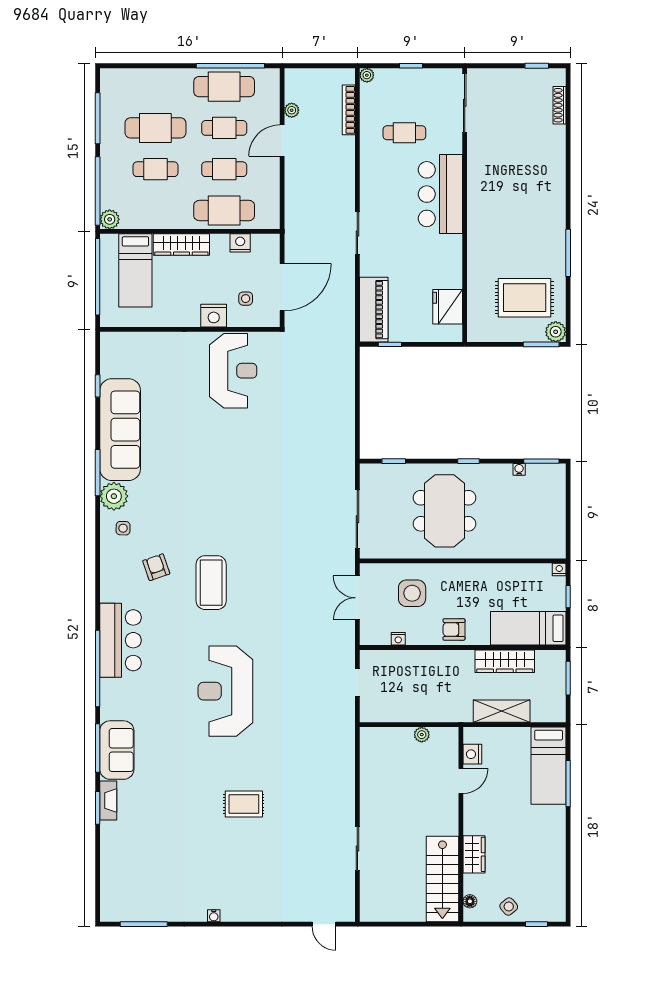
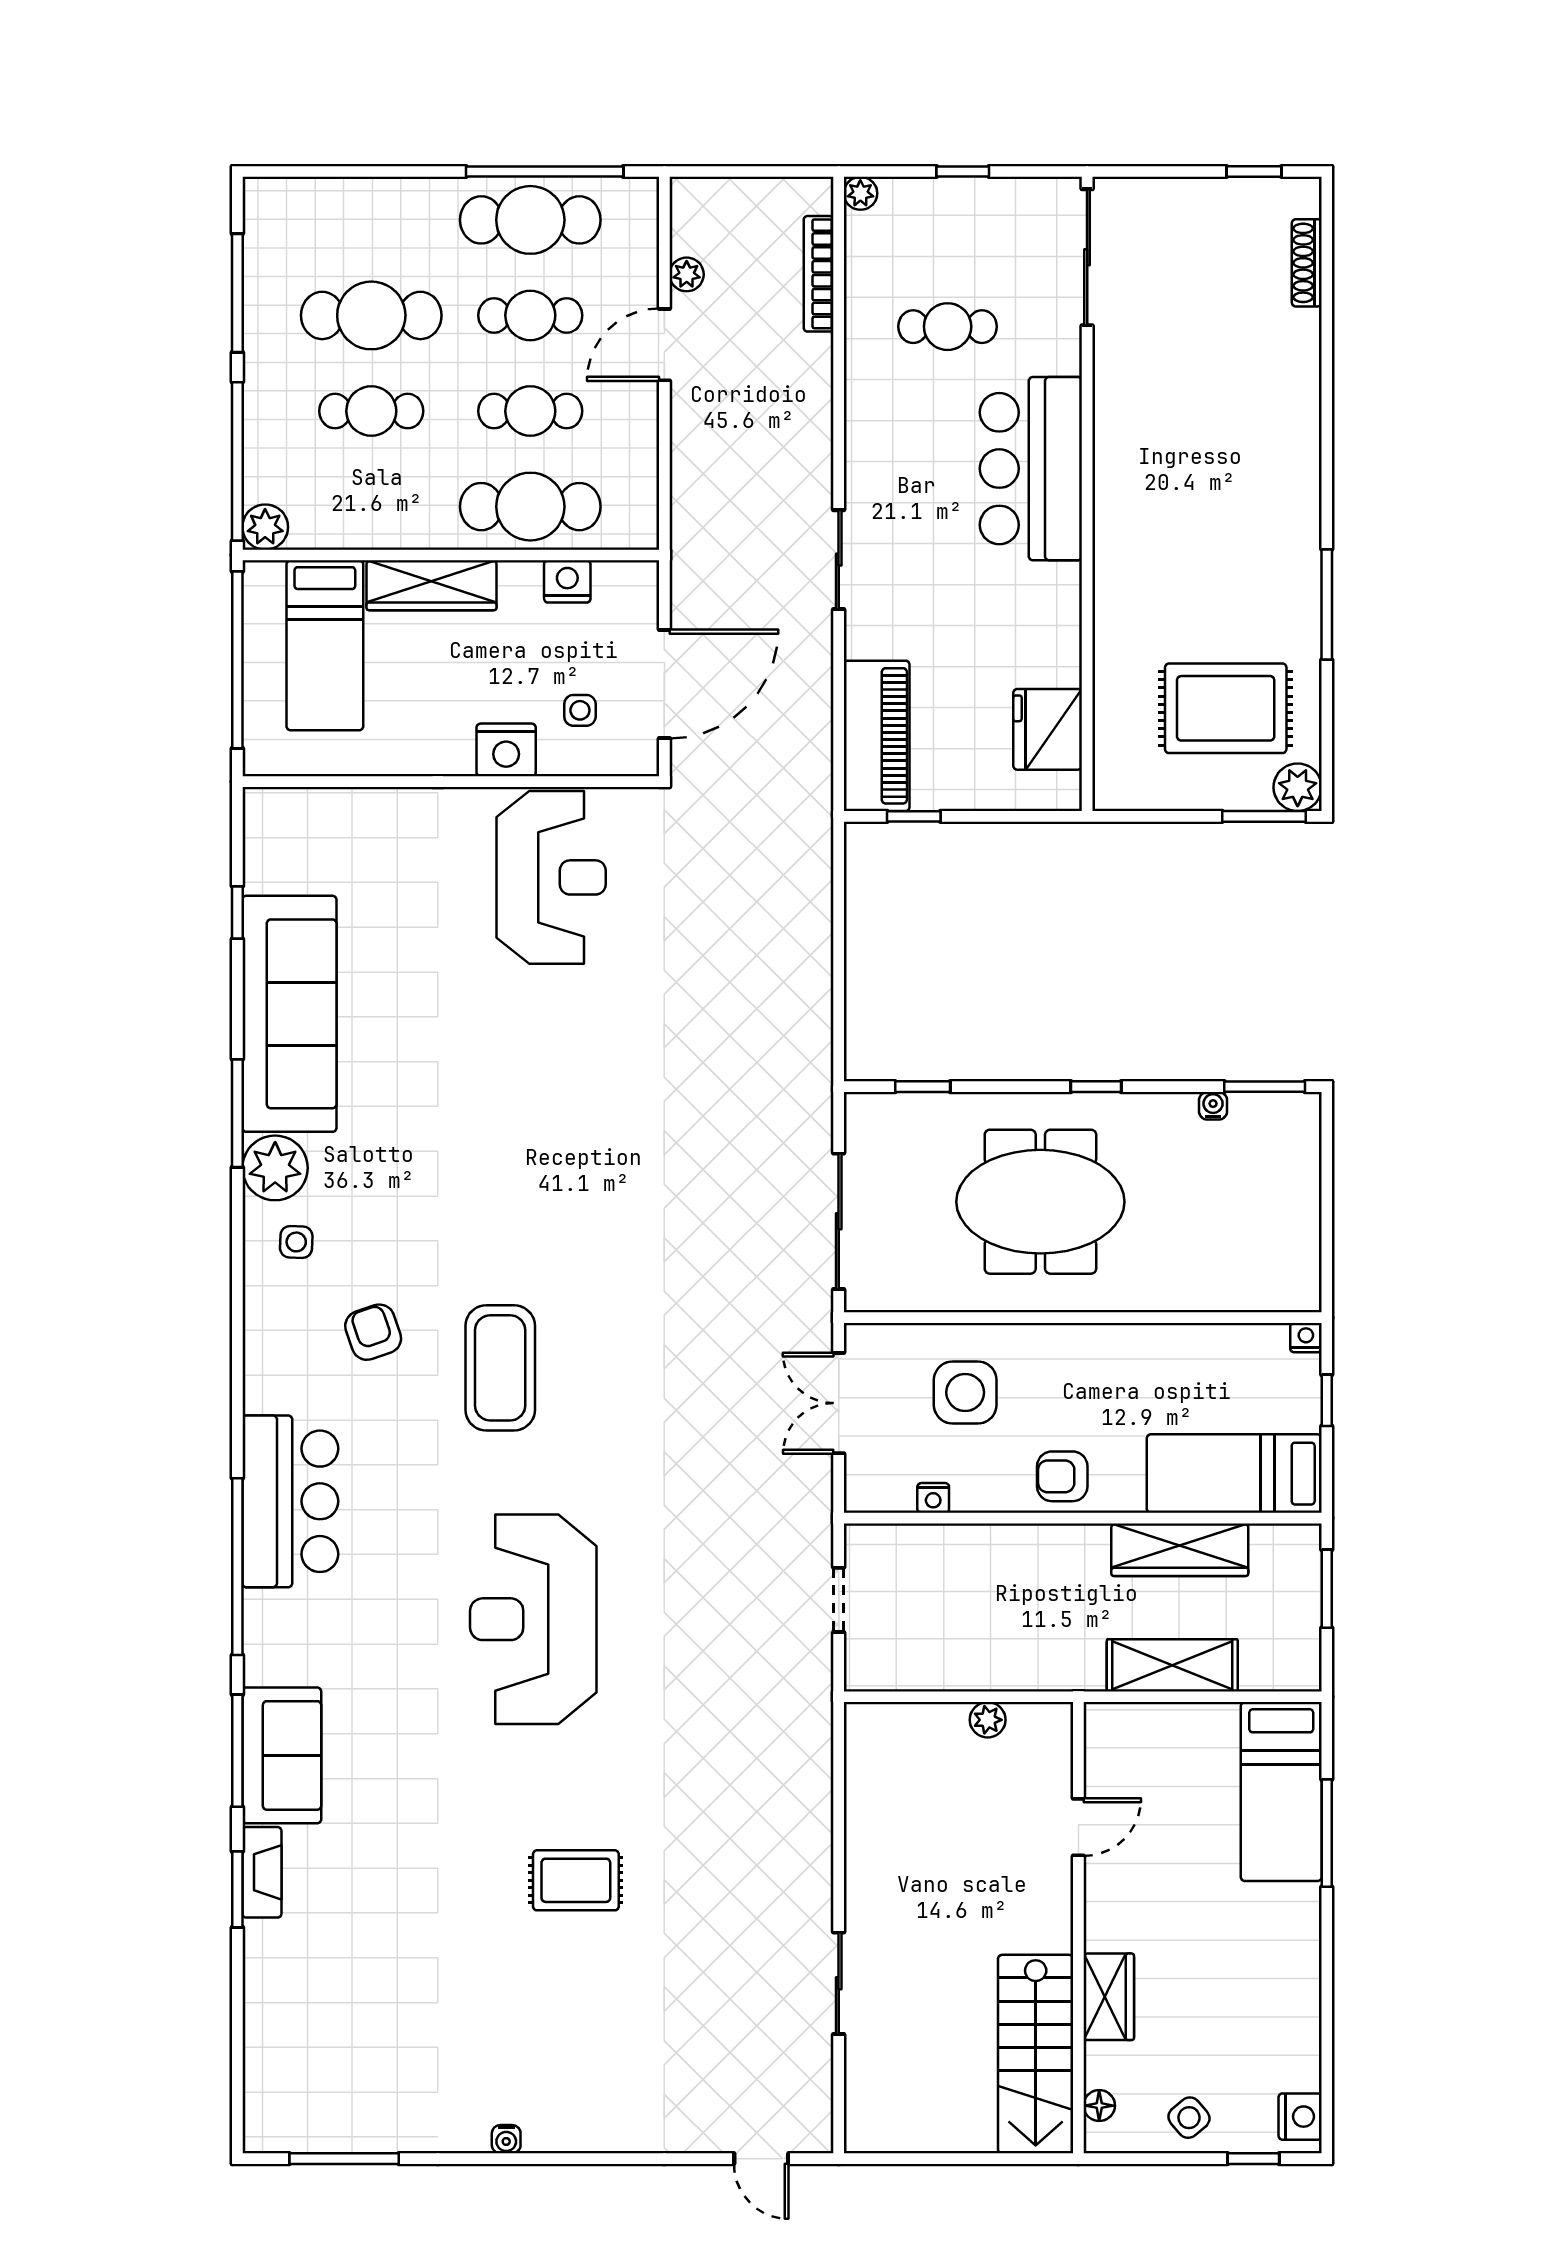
meeting table: (445, 511) -> (1040, 1202), turned 90
nightstand: (472, 754) -> (1300, 2117), moved, turned 180

